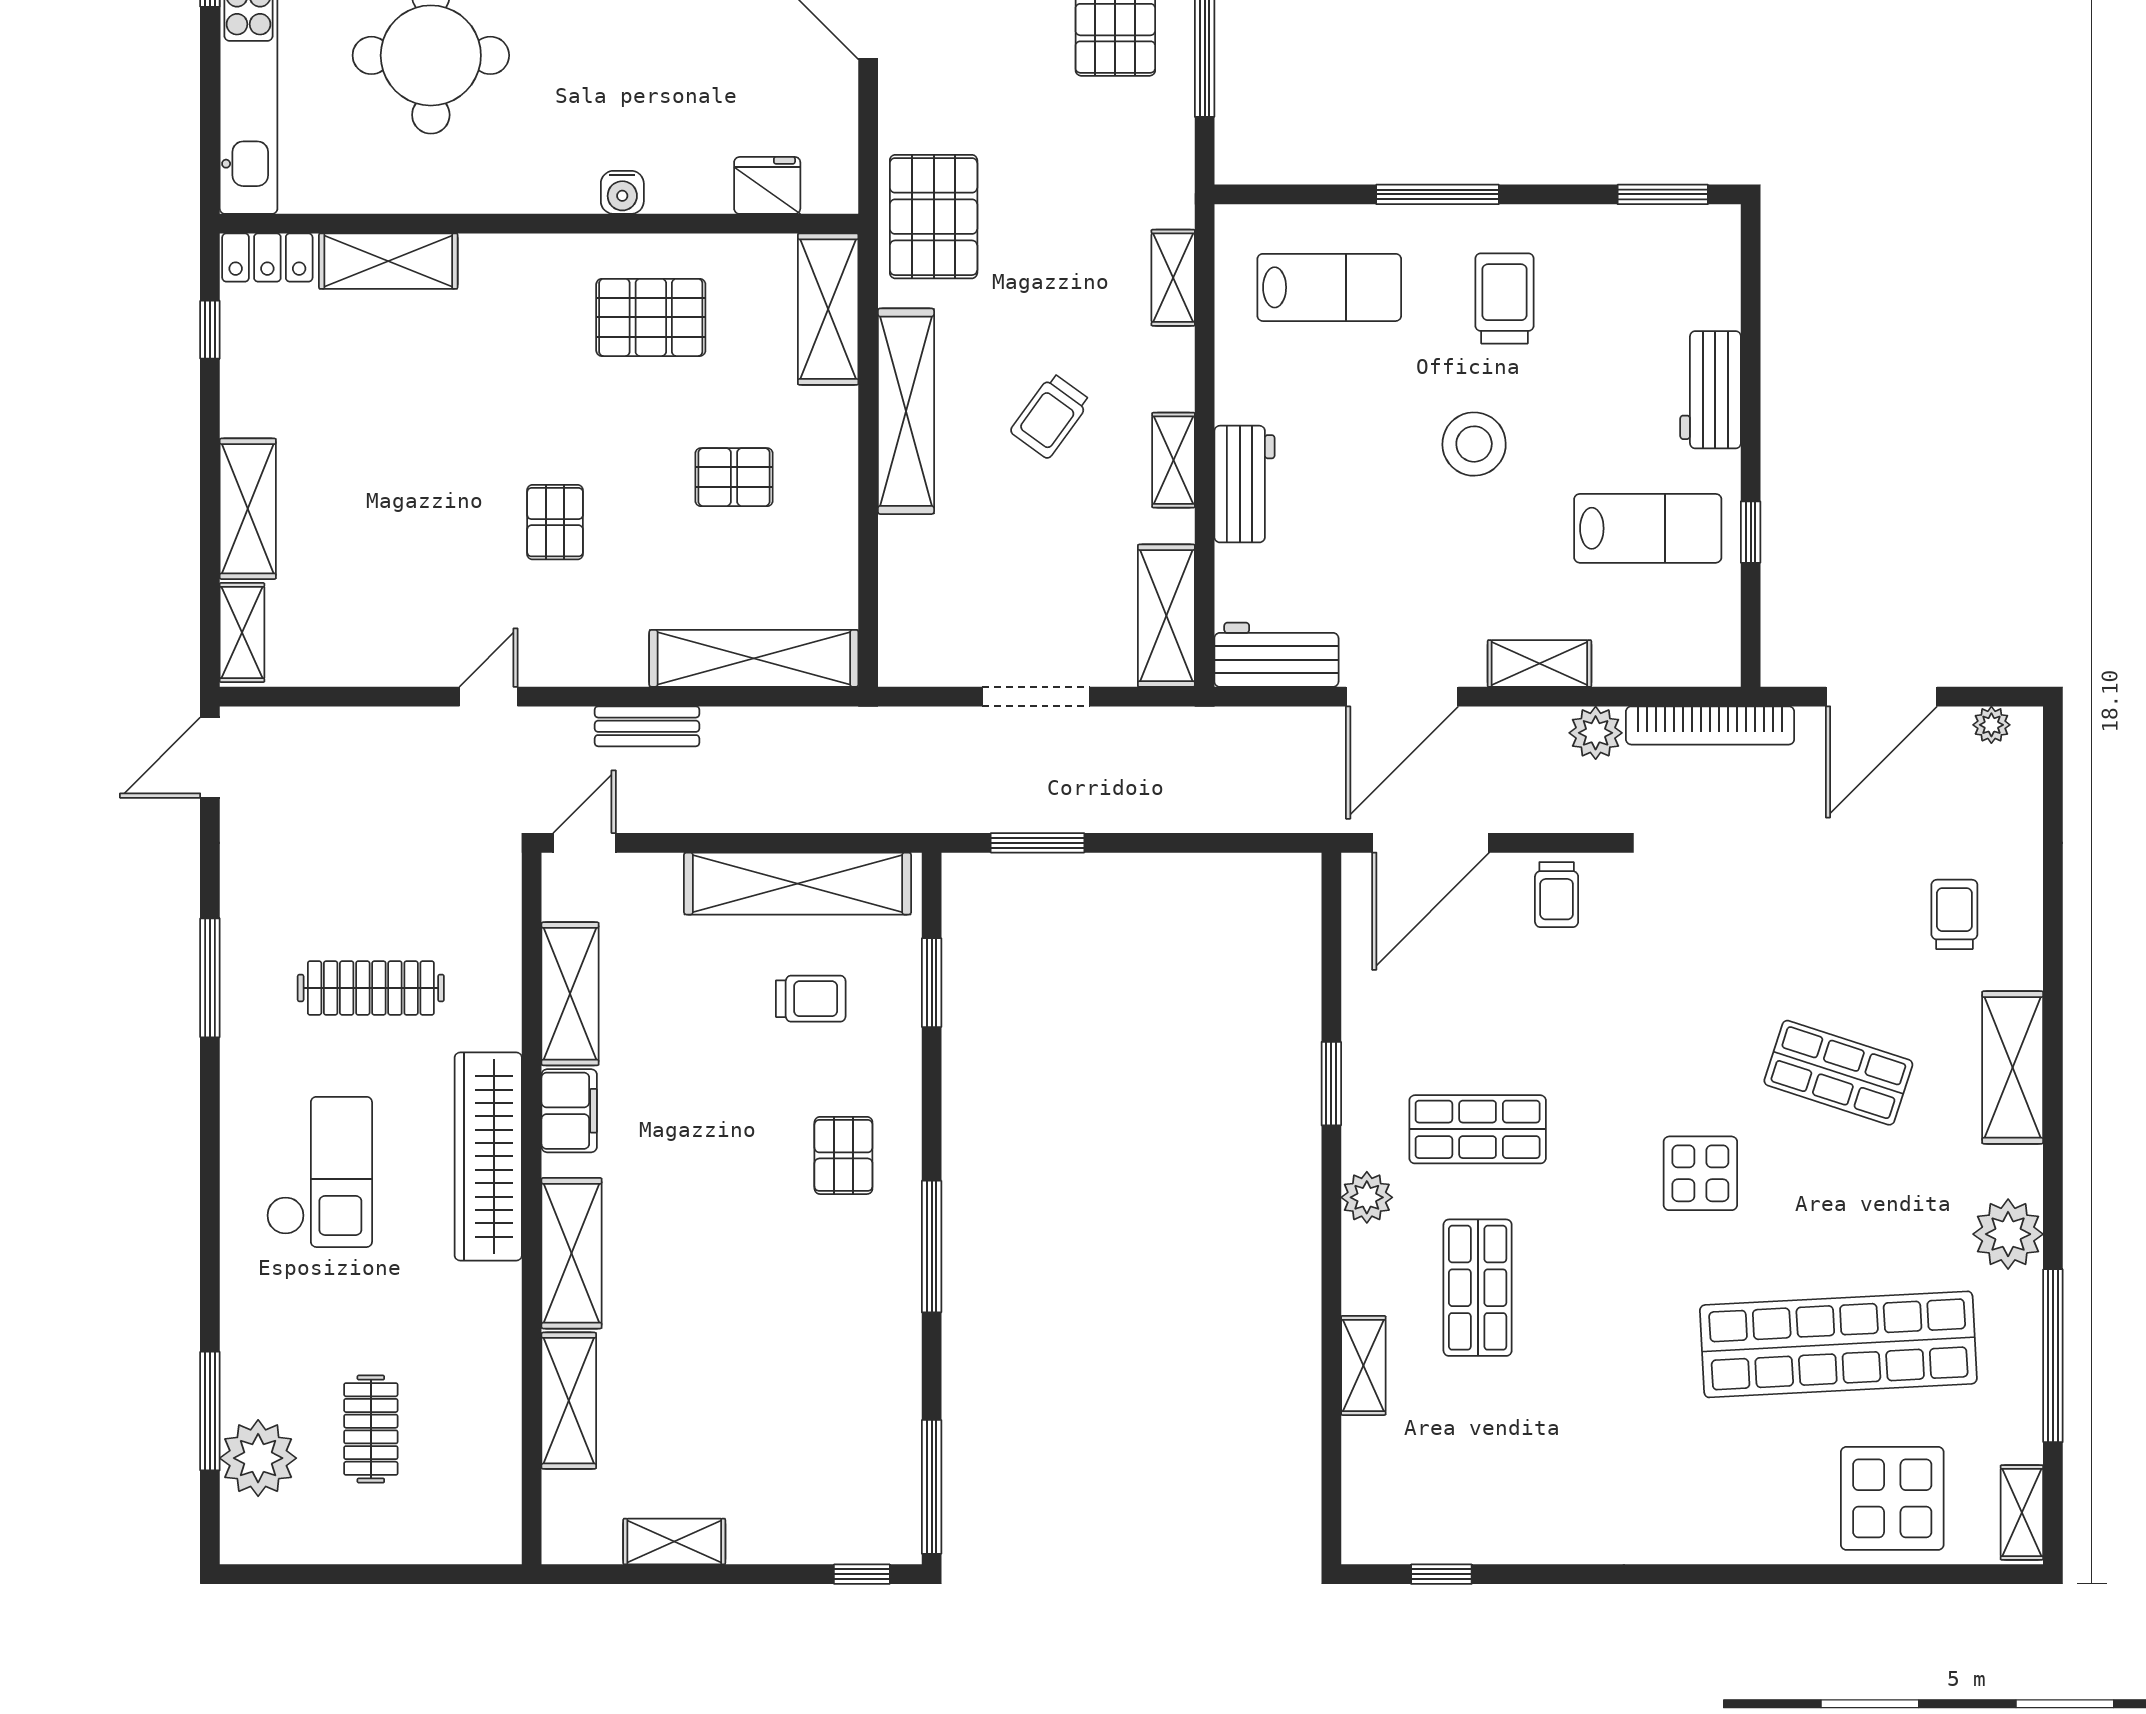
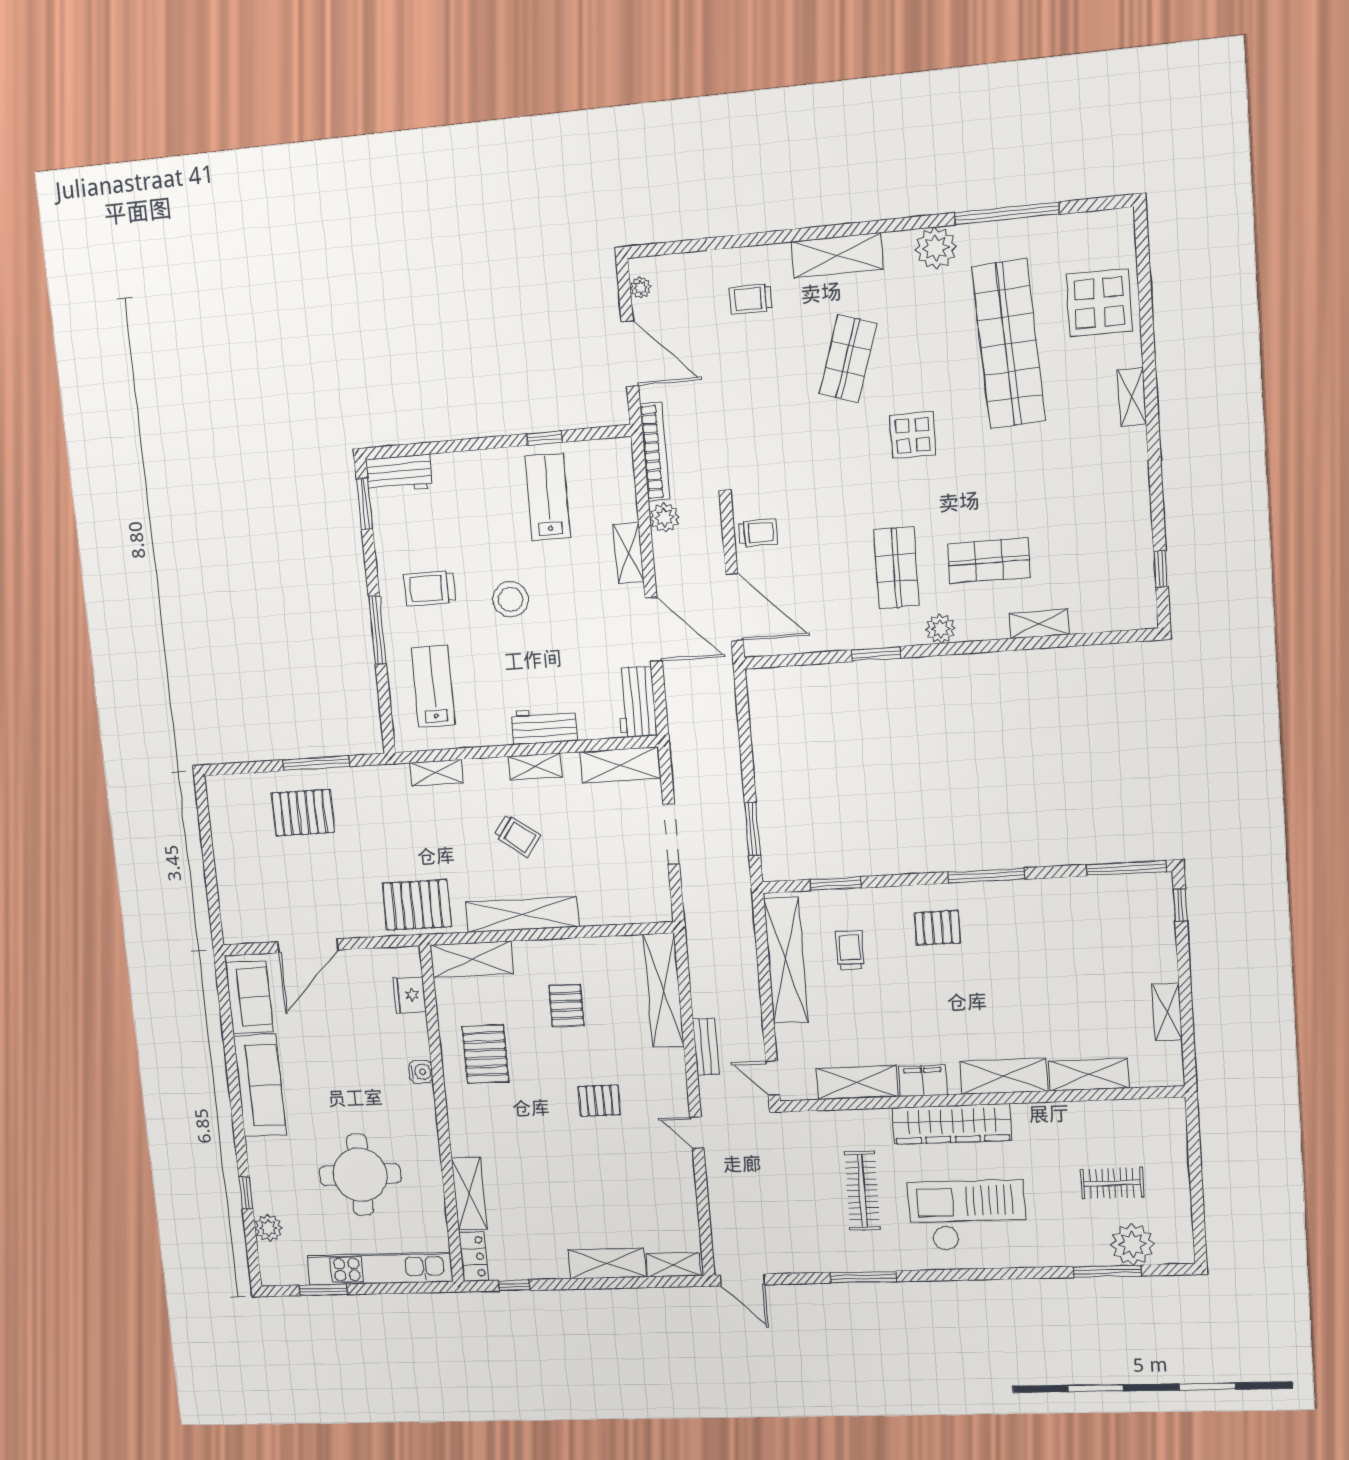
workbench: (1711, 390) -> (399, 474), moved
checkout: (319, 1172) -> (967, 1216), width x1.36, depth x1.21
shelving: (2022, 1512) -> (1132, 397), moved, turned 90

